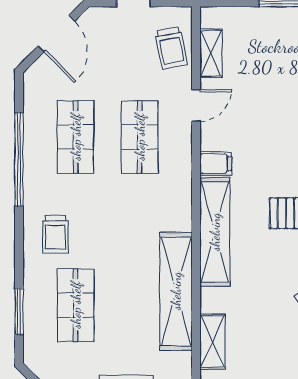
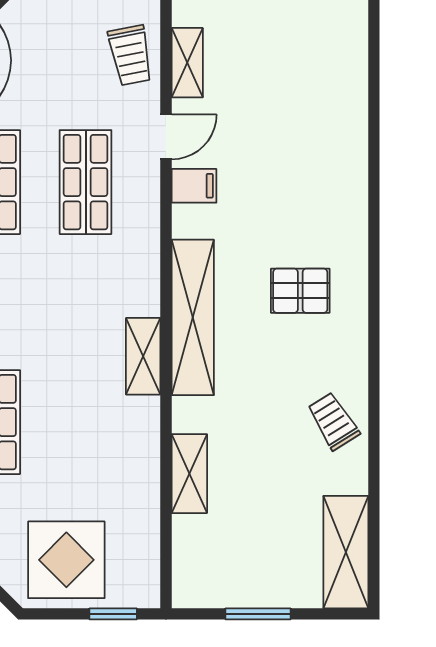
filing cabinet: (216, 164) -> (194, 186), moved
shelving: (176, 291) -> (143, 356), width x0.45, depth x0.75

